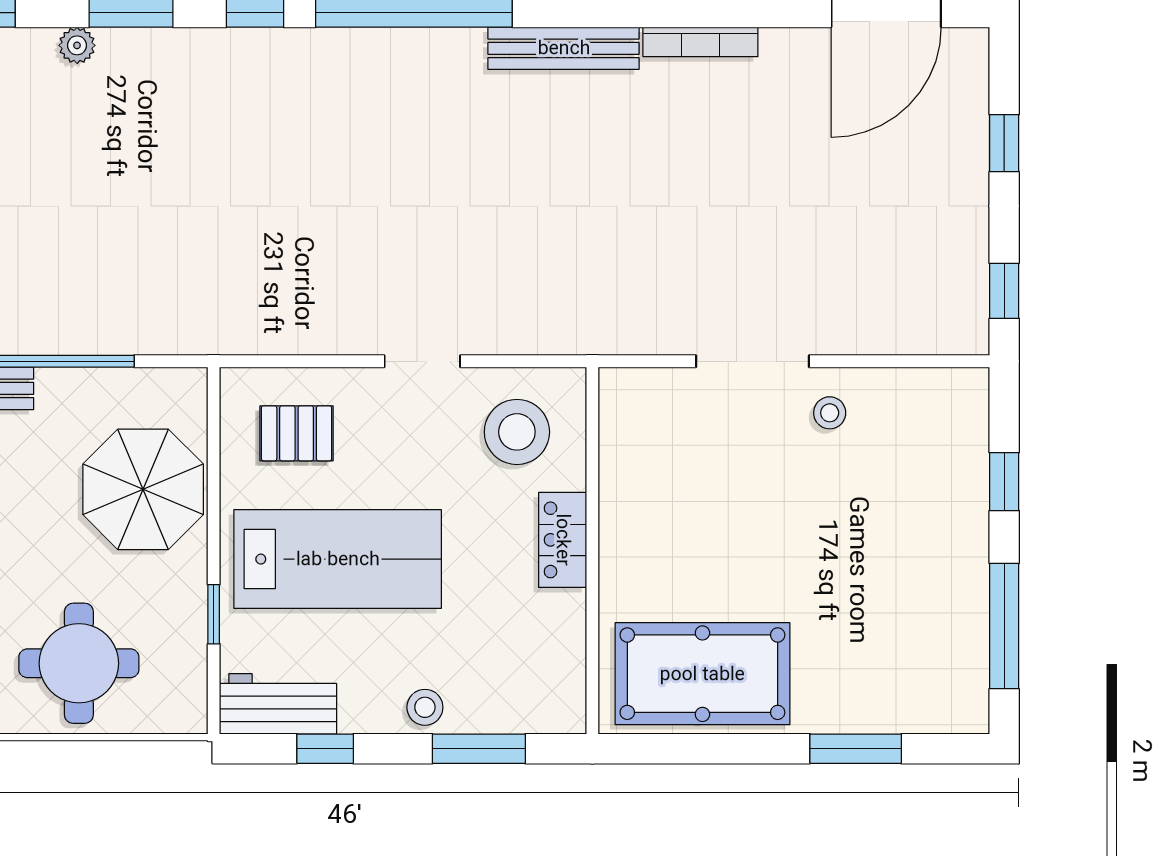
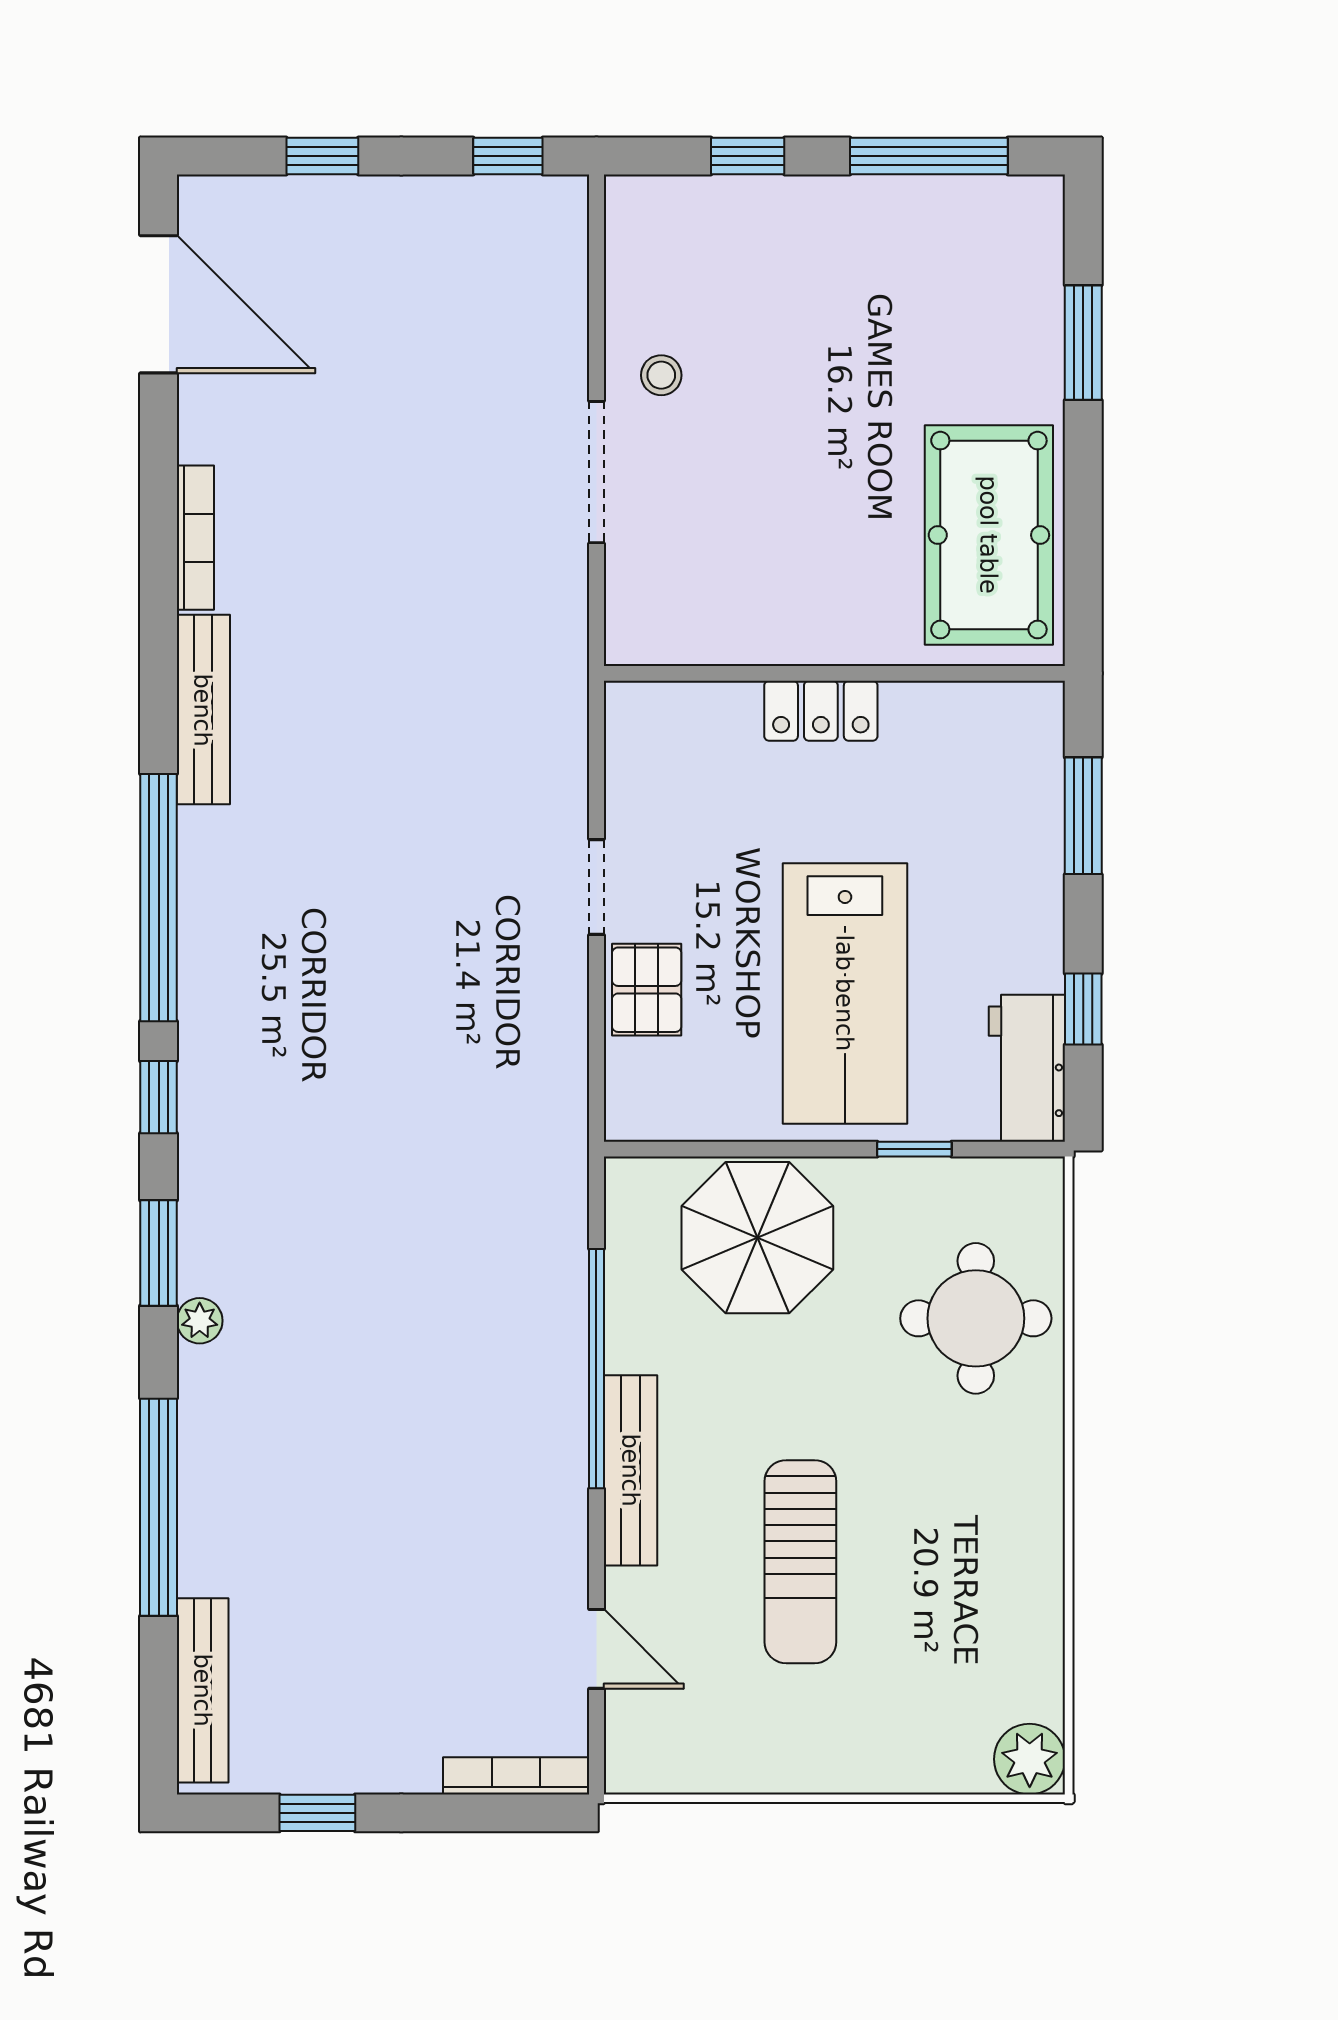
stool: (517, 432) -> (685, 768), removed
pallet: (297, 433) -> (647, 990), moved
lab bench: (338, 559) -> (845, 993), turned 180
stool: (425, 707) -> (1031, 884), removed

